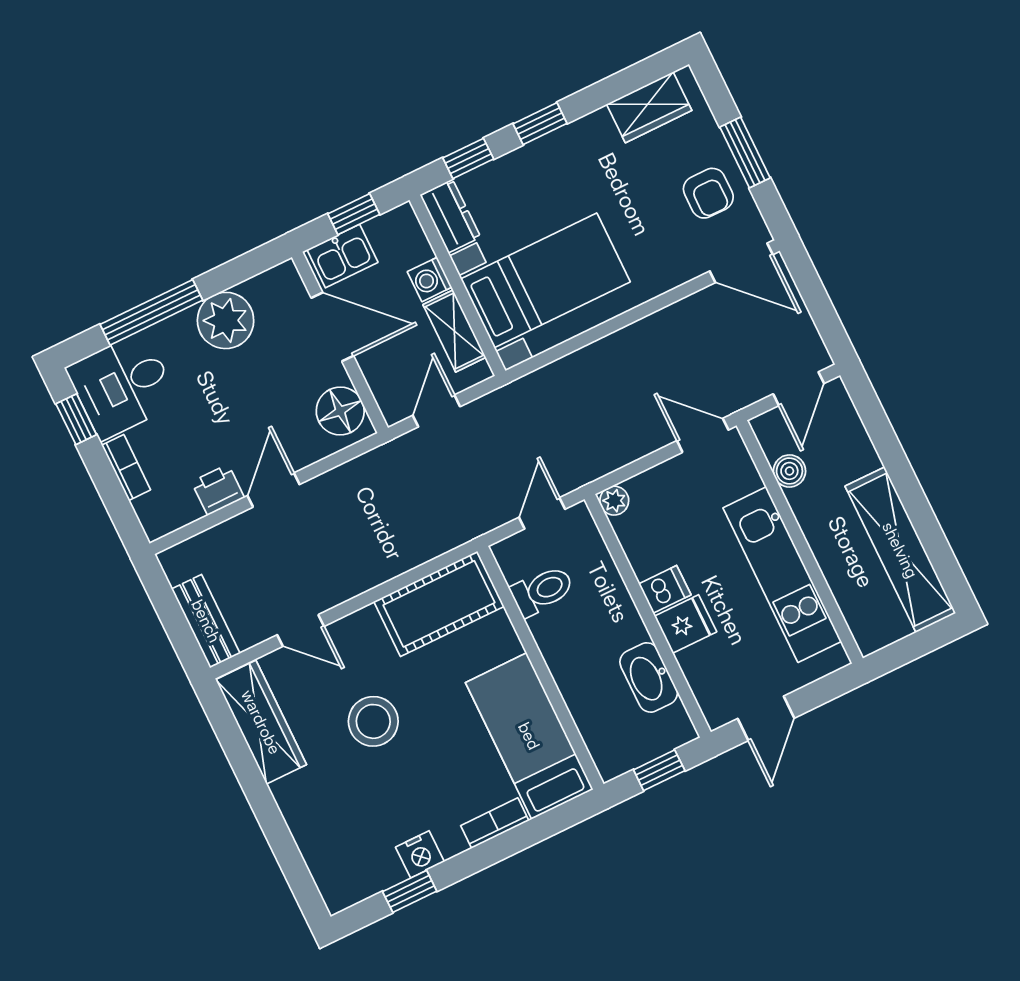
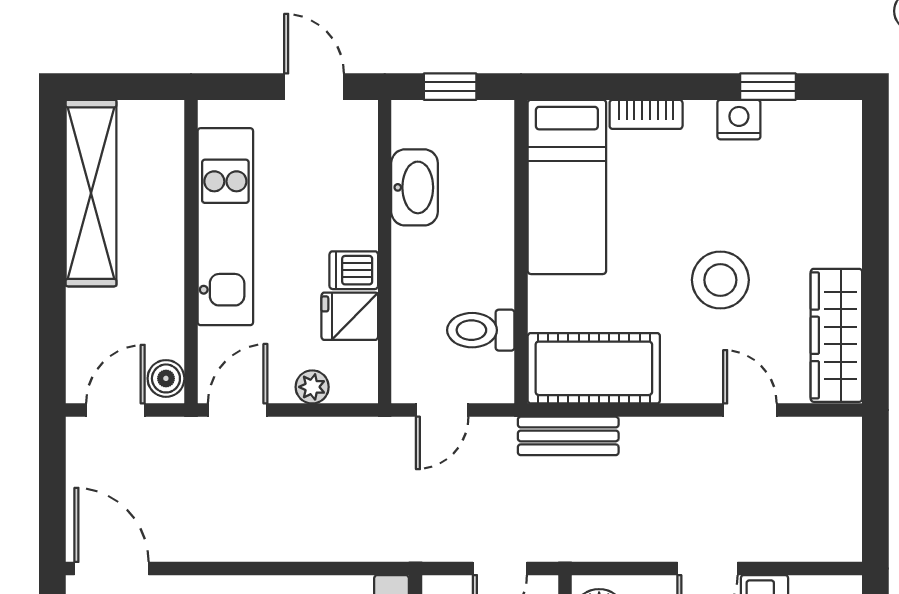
door: (703, 435) -> (238, 410), swing flipped
boiler: (789, 471) -> (166, 378), moved
plant: (614, 501) -> (312, 387), moved
bench: (206, 621) -> (568, 436), moved, turned 90
fridge: (686, 624) -> (350, 316), moved
door: (766, 718) -> (314, 87), hinge flipped

